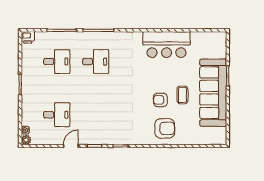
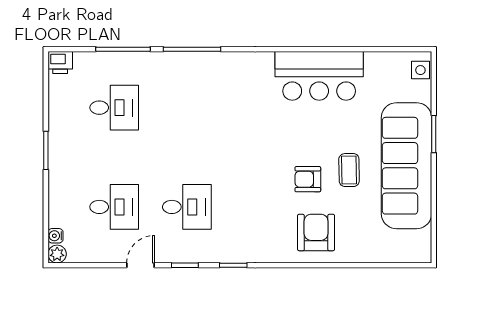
side table: (221, 41) -> (420, 70), added
desk: (96, 62) -> (187, 207), moved
armchair: (165, 128) -> (316, 232), turned -90

